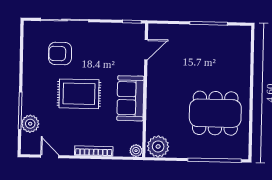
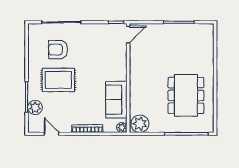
door: (146, 50) -> (128, 34), moved
rug: (79, 94) -> (58, 80), moved
sofa: (130, 98) -> (116, 100), moved
dining table: (215, 113) -> (186, 95), turned 90

